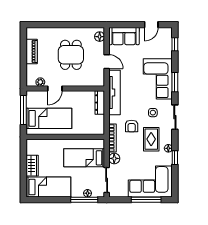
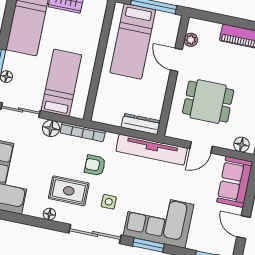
dining table: (71, 55) -> (208, 102), moved
sliding door: (175, 117) -> (95, 234), width x1.37
window: (175, 158) -> (33, 221), removed

